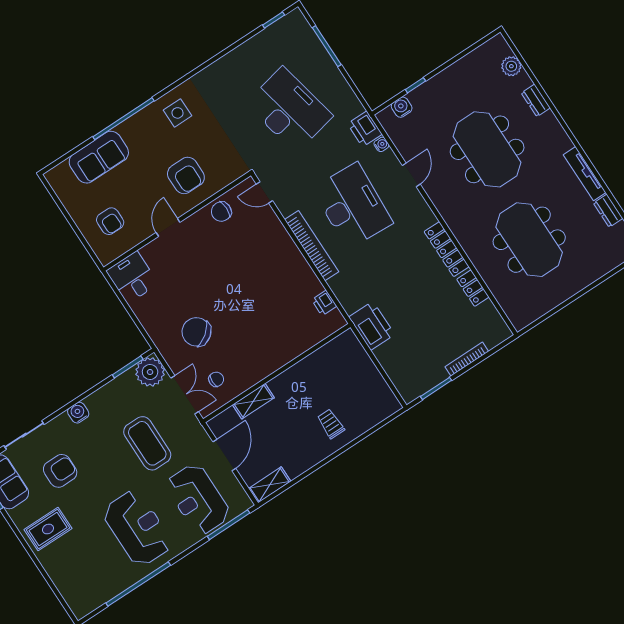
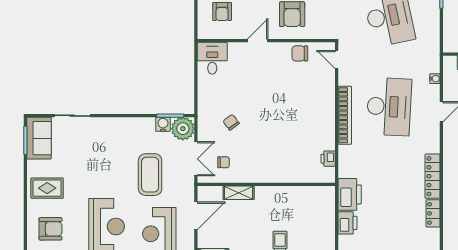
printer: (365, 129) -> (347, 223), moved, turned 180
chair: (196, 332) -> (231, 122), width x0.54, depth x0.54
water cooler: (78, 413) -> (163, 124), moved
armchair: (60, 471) -> (50, 229), moved

